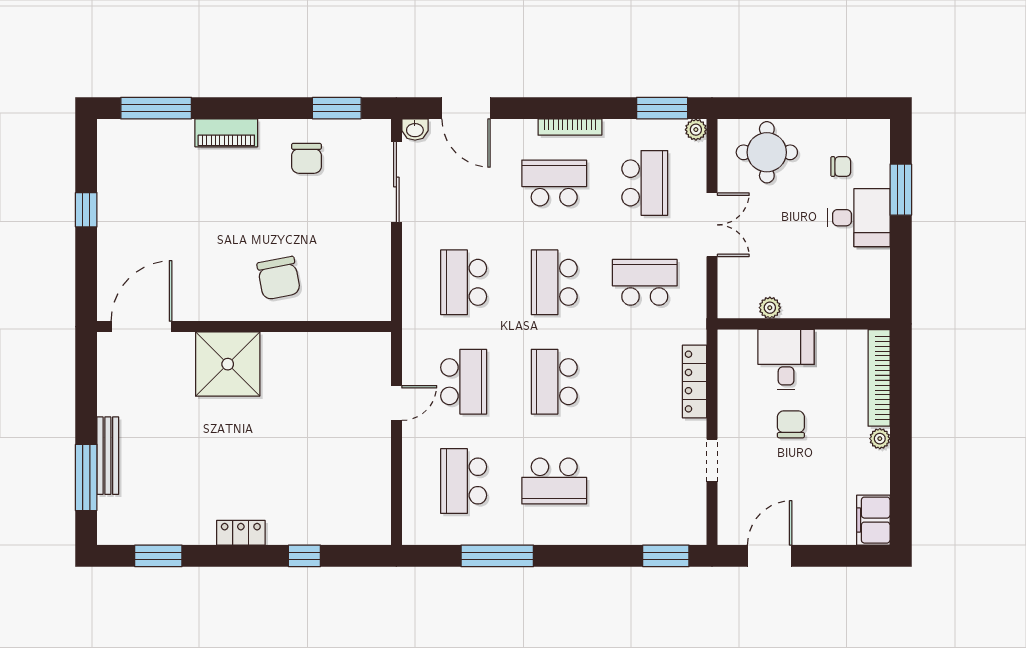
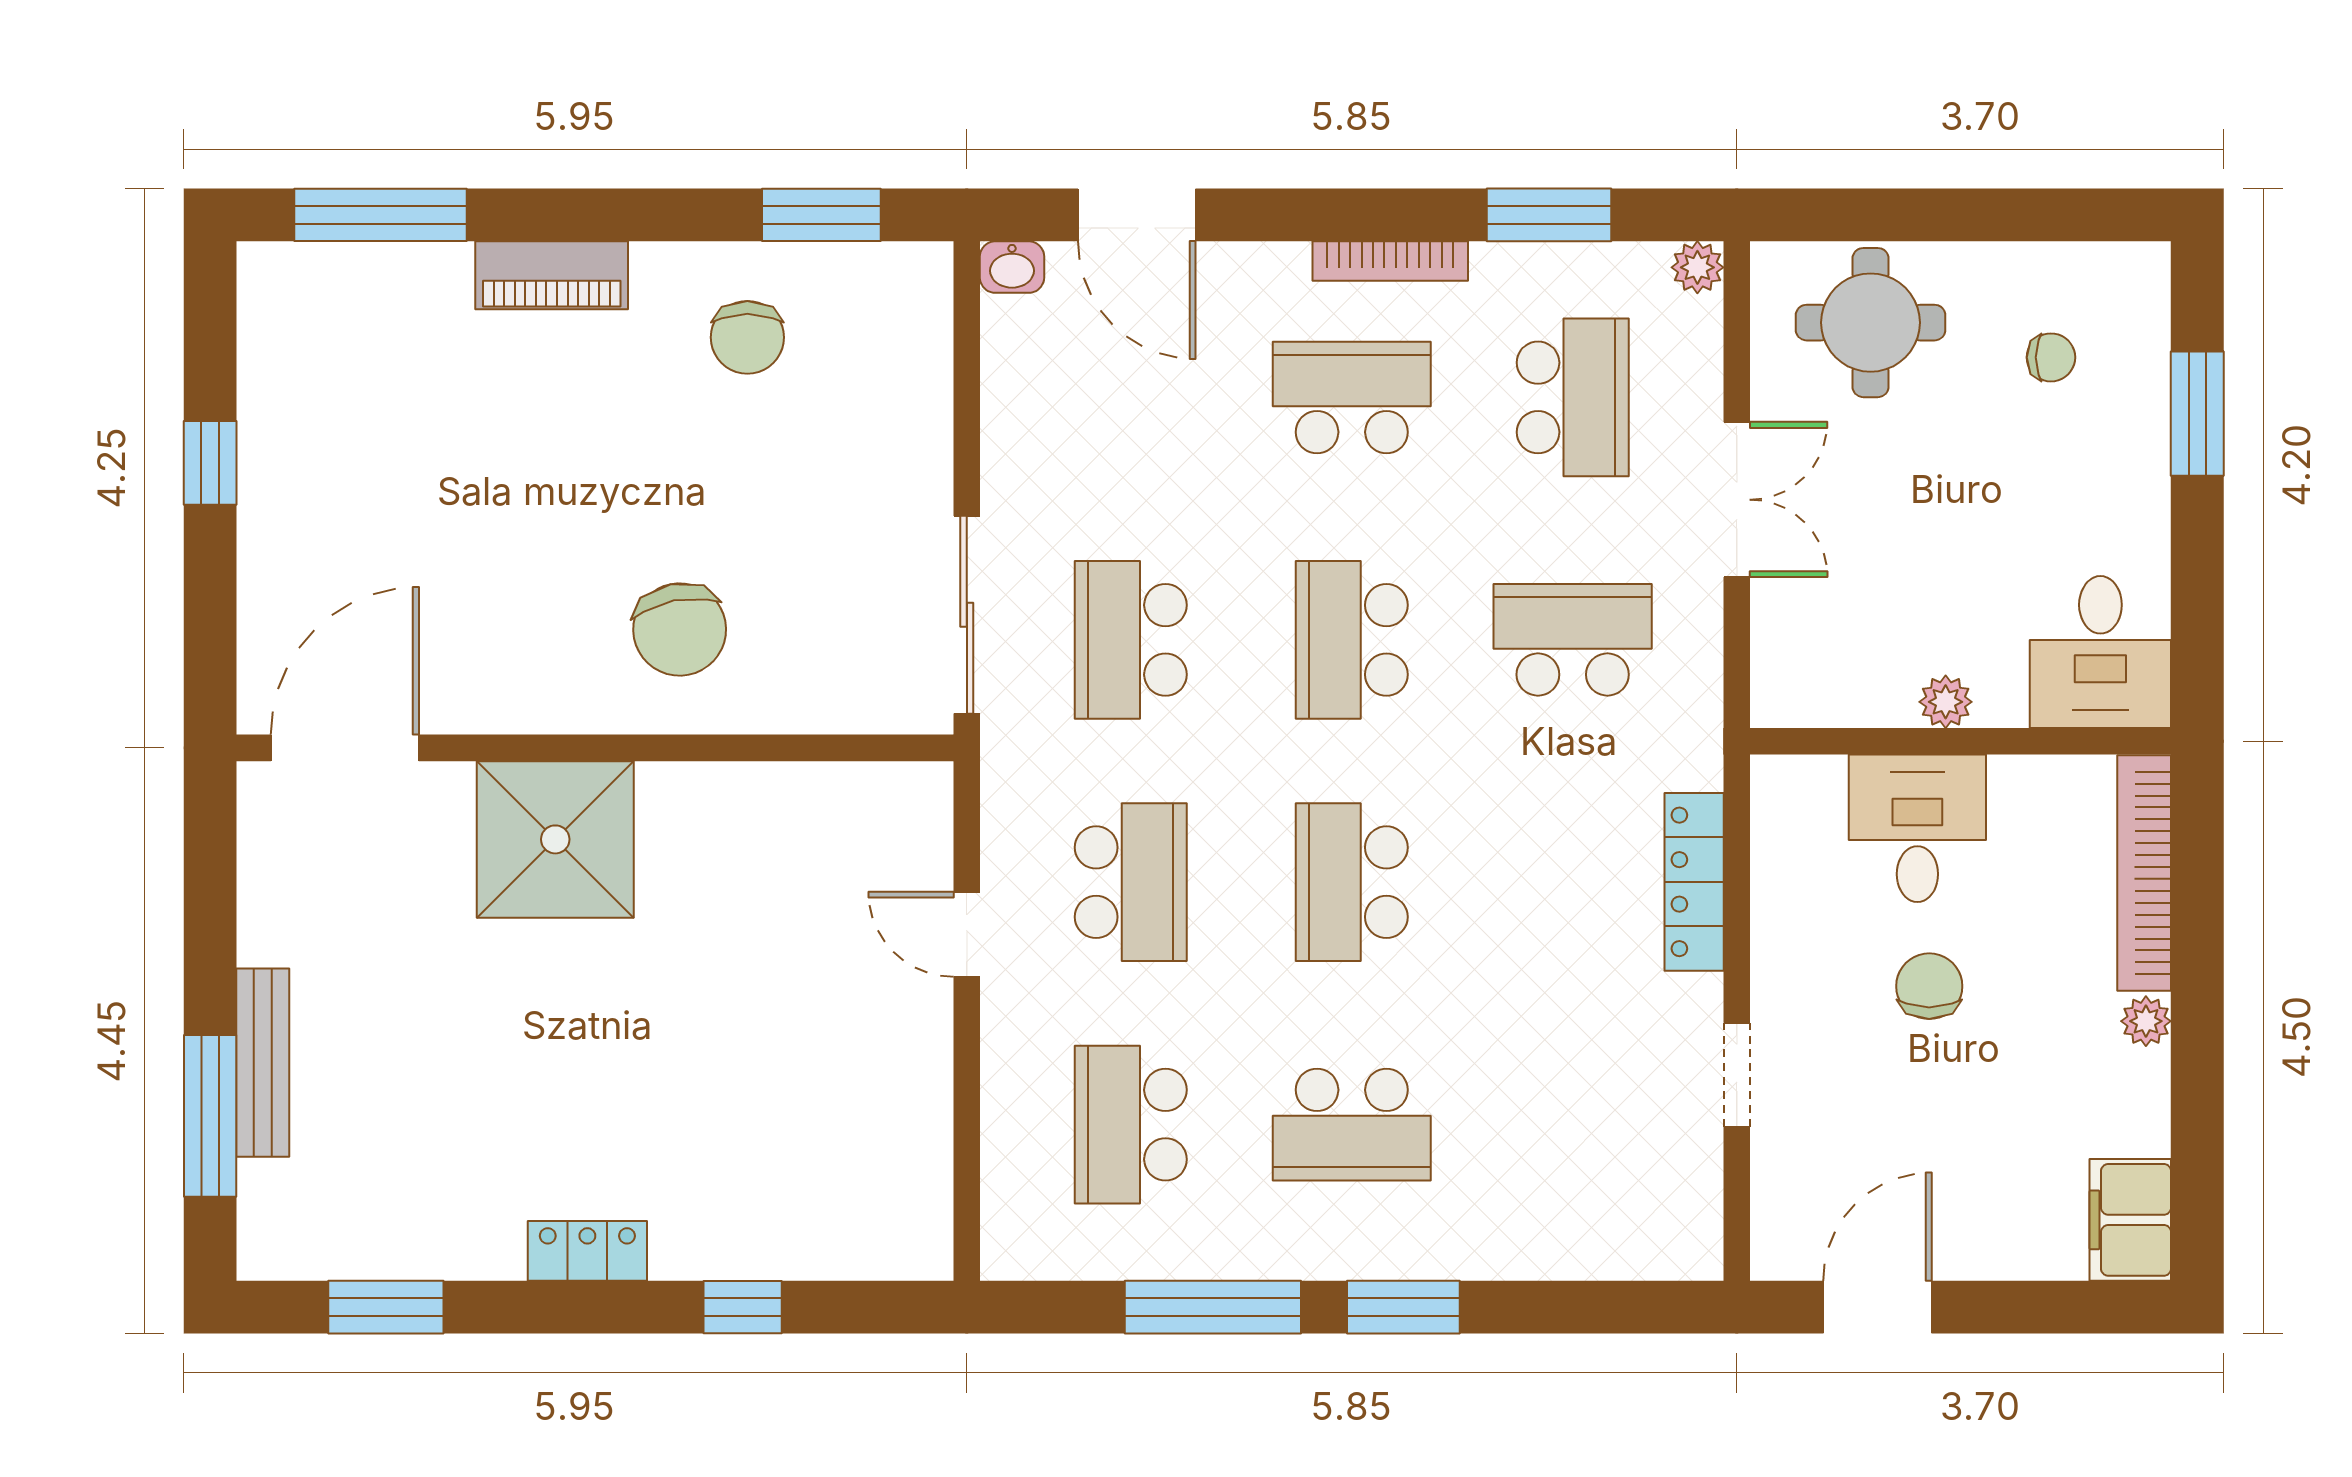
window: (662, 108) -> (1549, 215), moved
sliding door: (396, 182) -> (967, 615), moved
desk: (859, 218) -> (2100, 652), moved, turned 90
plant: (770, 308) -> (1946, 702), moved
door: (396, 403) -> (967, 934), swing flipped
window: (666, 556) -> (1403, 1307), moved

